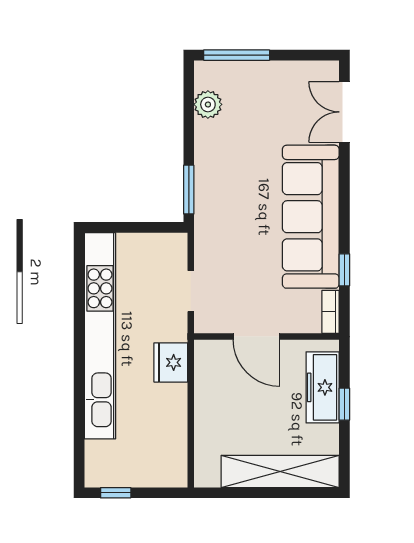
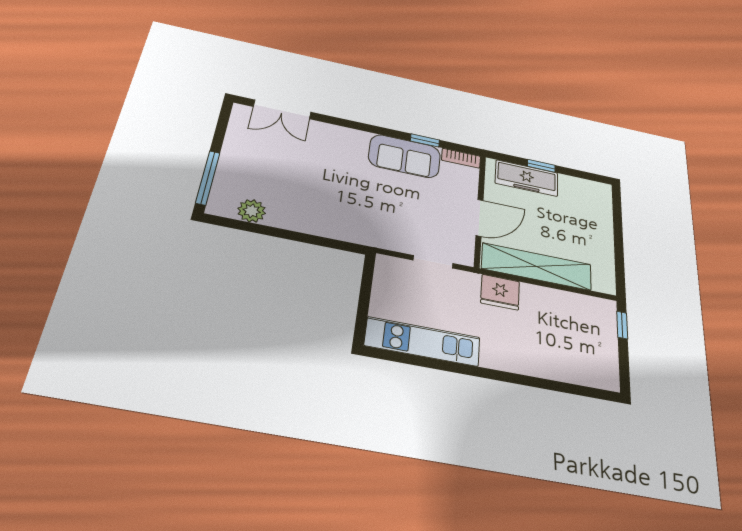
window: (189, 190) -> (334, 244), removed
sofa: (311, 217) -> (405, 156), width x0.54, depth x0.79
kitchen unit: (100, 336) -> (423, 342), width x0.54
shelving: (280, 471) -> (537, 267), moved, turned 90
window: (116, 493) -> (622, 325), moved

